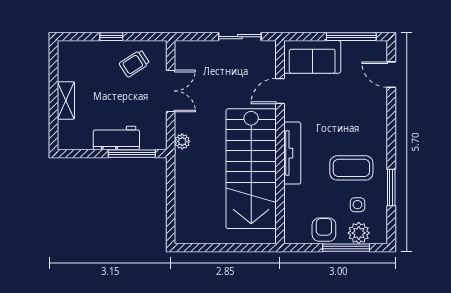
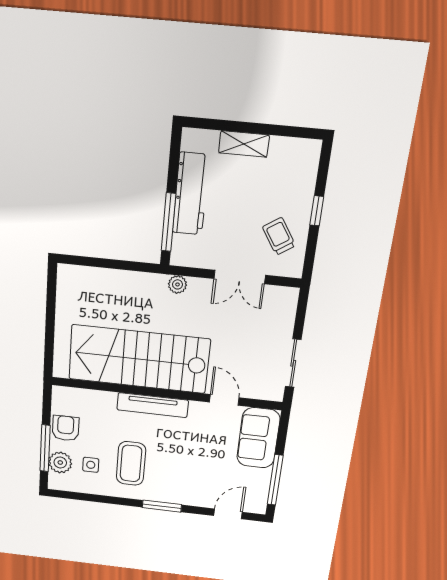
workbench: (116, 138) -> (191, 194), width x1.37
window: (391, 187) -> (162, 506), moved
armchair: (324, 230) -> (66, 428), turned -90

